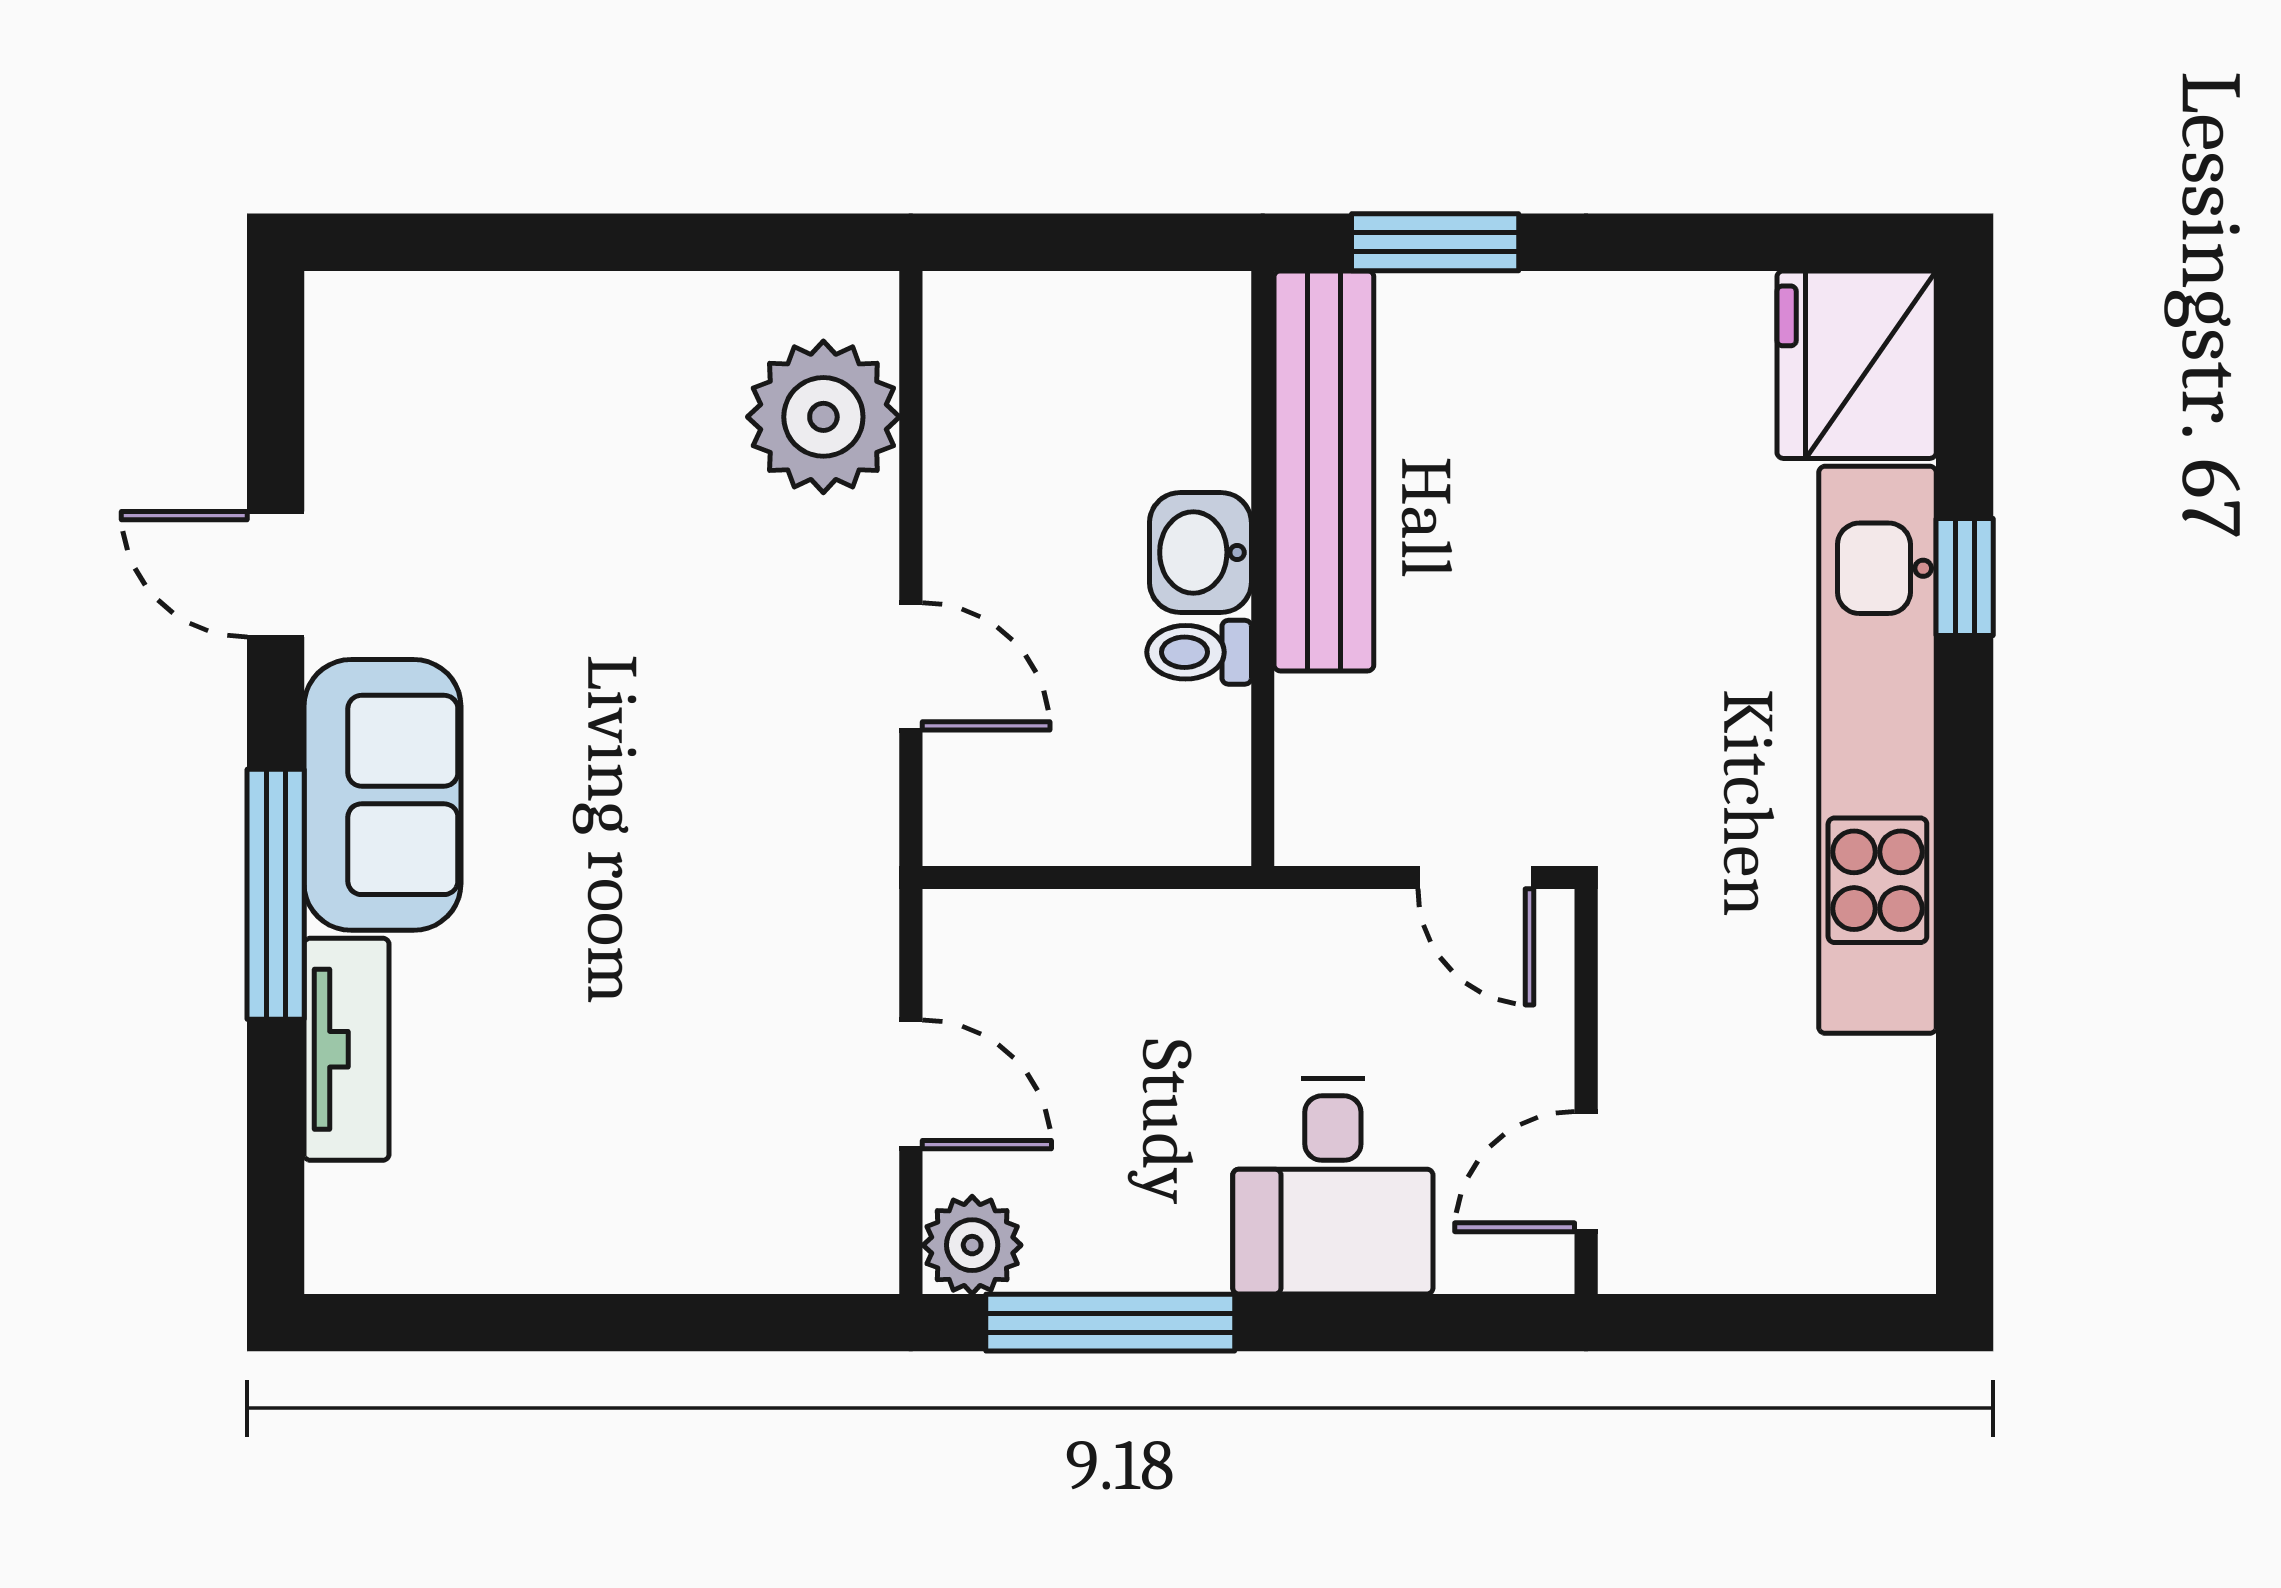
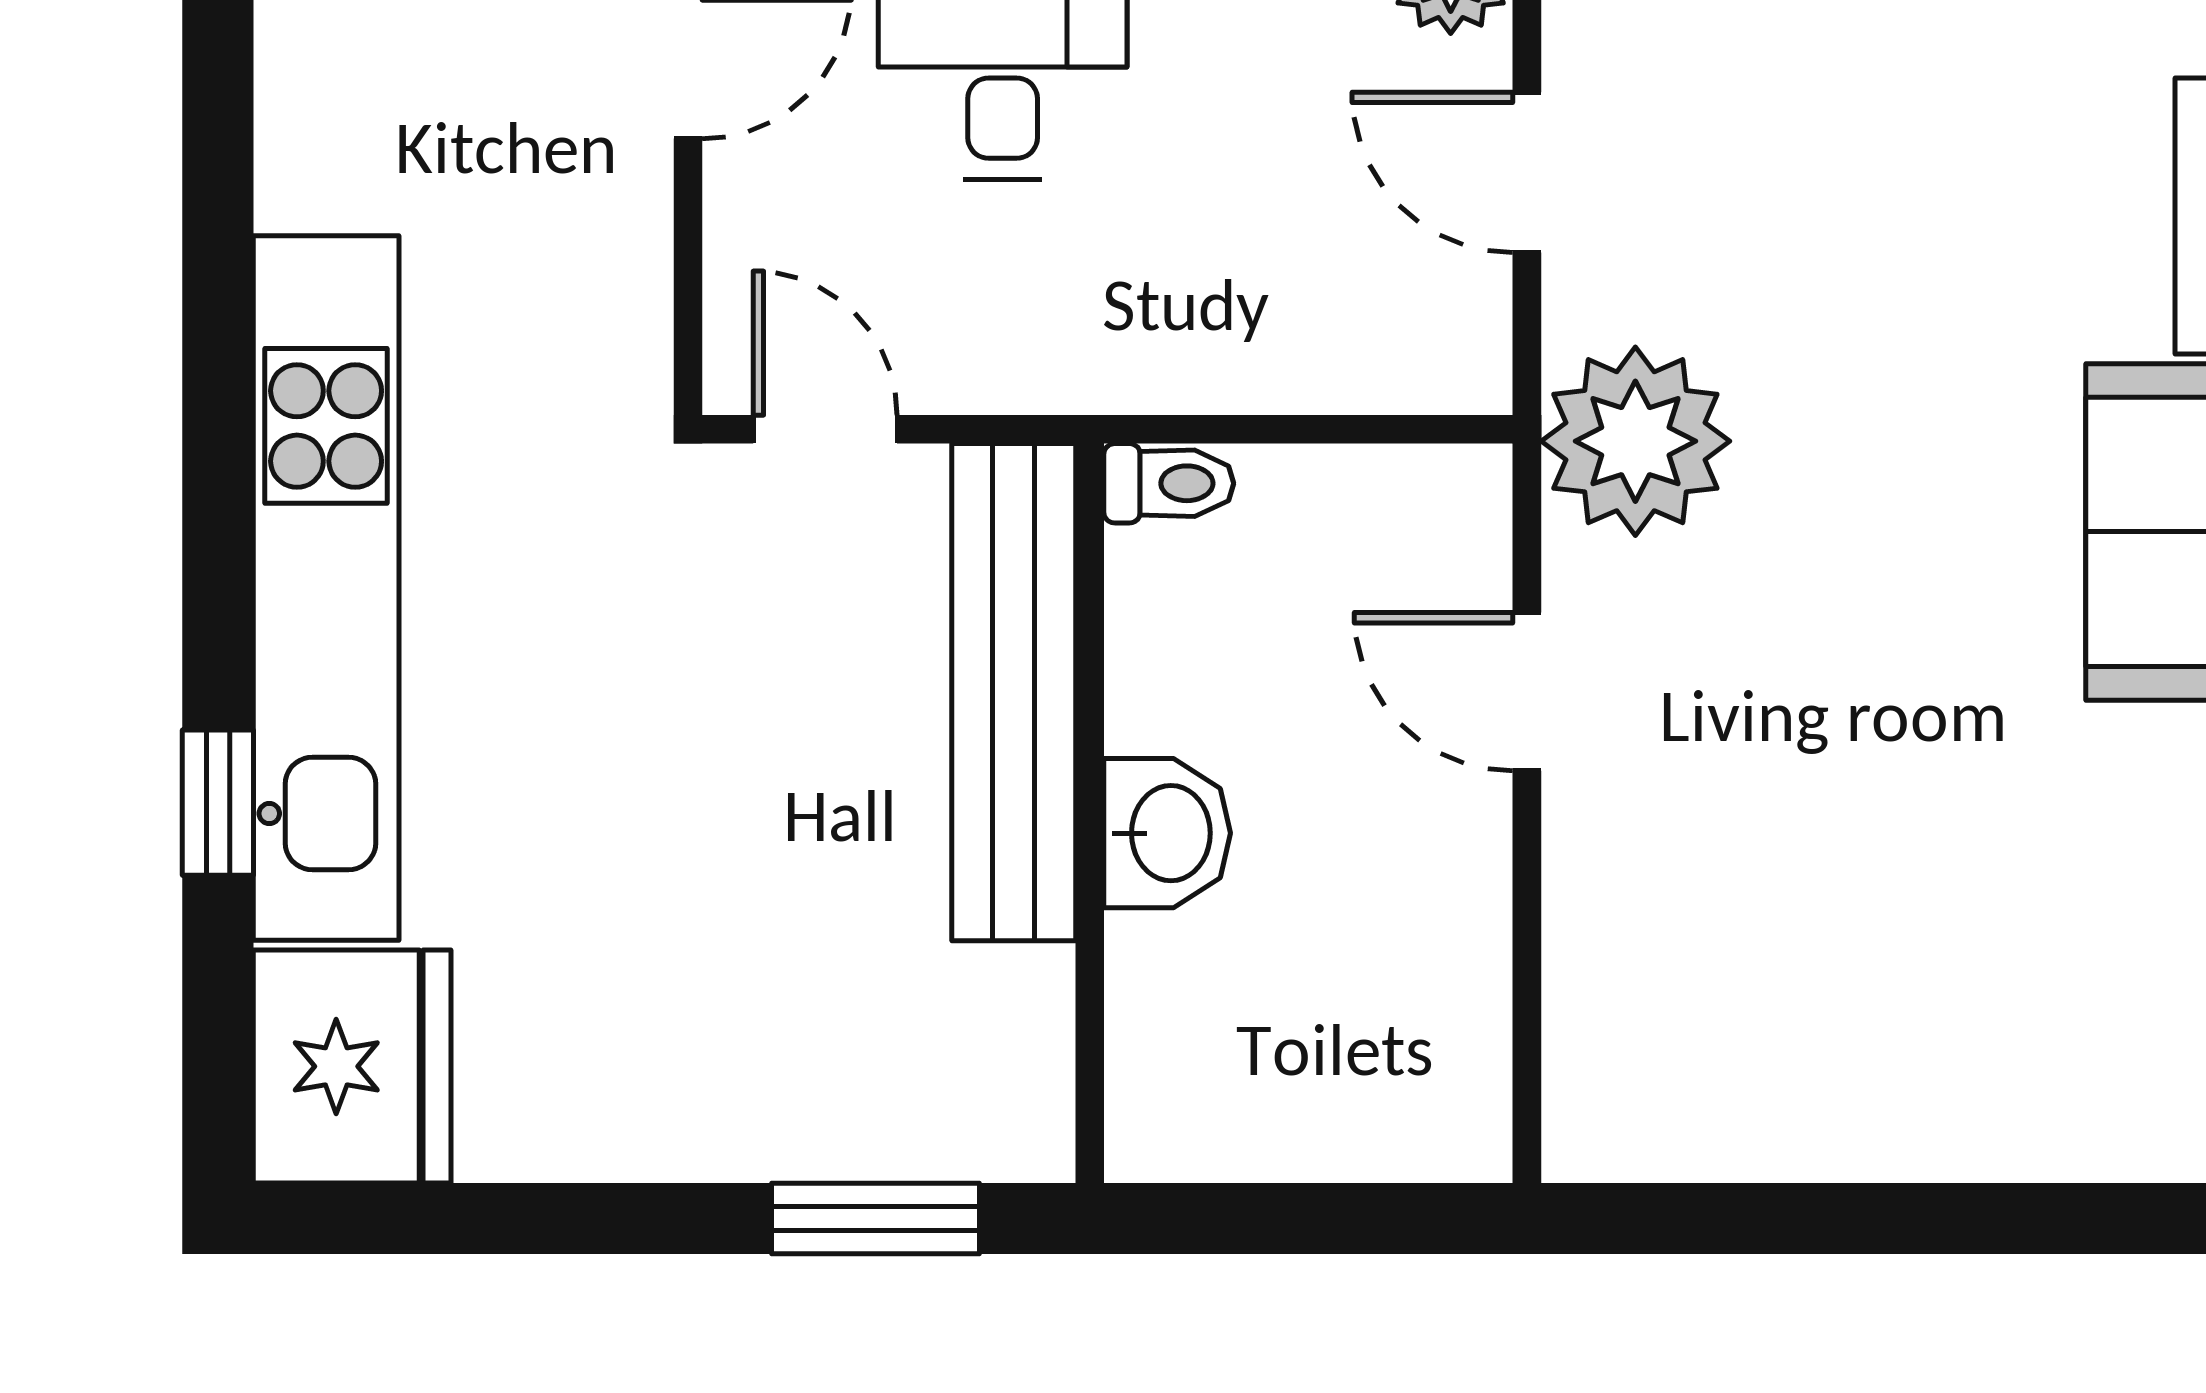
plant: (823, 417) -> (1635, 441), moved
bench: (1324, 471) -> (1014, 692), moved
toilet: (1199, 652) -> (1169, 483), moved

